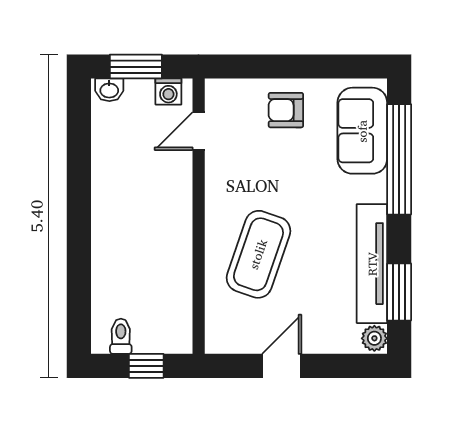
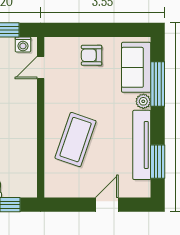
window: (399, 159) -> (158, 84), width x0.68
plant: (374, 338) -> (143, 101), moved
door: (282, 366) -> (107, 205), moved

